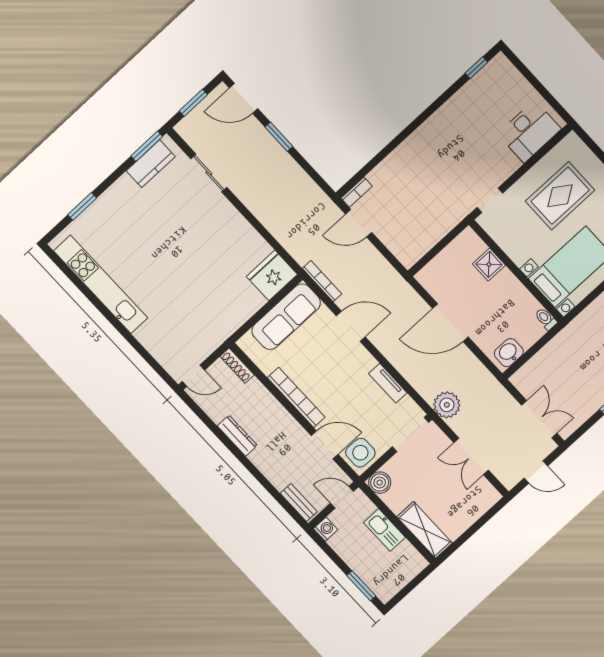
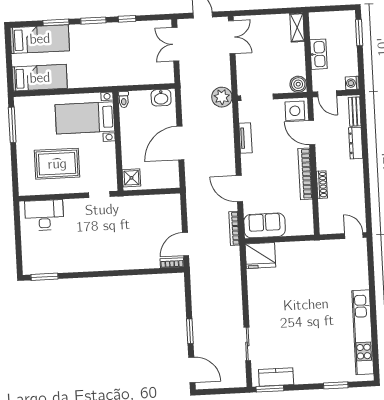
window: (476, 68) -> (45, 277), width x1.50
window: (193, 103) -> (223, 391), removed
door: (359, 223) -> (186, 244), swing flipped
shower: (489, 264) -> (131, 178), moved
sofa: (286, 317) -> (265, 225), width x0.73
door: (450, 323) -> (180, 143), swing flipped
shoe rack: (237, 366) -> (322, 185), moved
dresser: (237, 436) -> (356, 143), moved
double door: (471, 456) -> (232, 37), moved
shelving: (425, 530) -> (297, 27), width x0.67, depth x0.75

